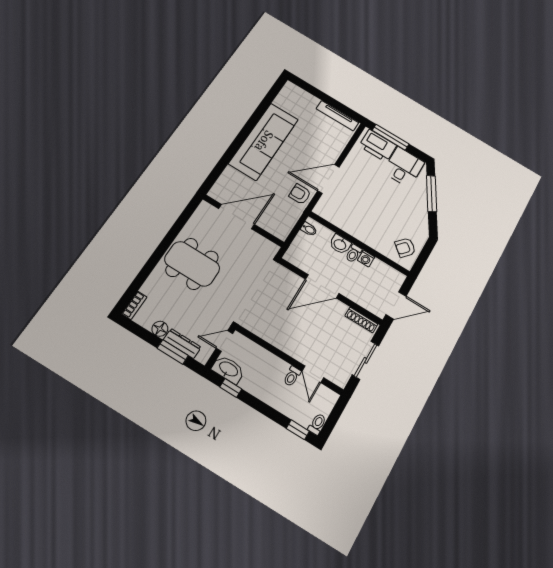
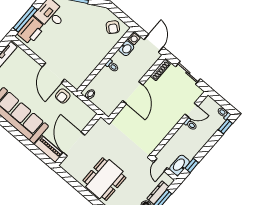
piano: (224, 184) -> (49, 149), added
washbasin: (340, 244) -> (126, 48), moved
washing machine: (366, 259) -> (134, 38), moved

